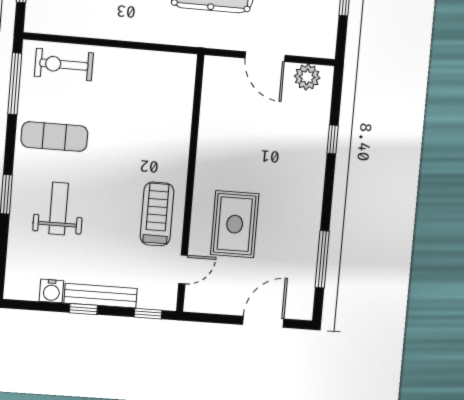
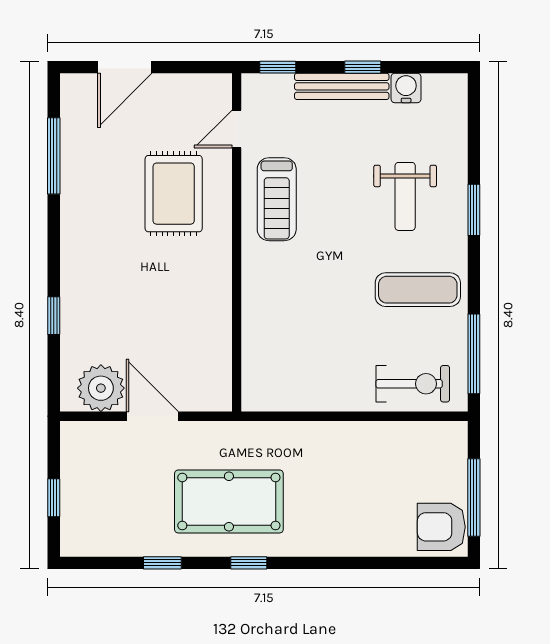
plant: (307, 77) -> (101, 388), width x1.36, depth x1.36

